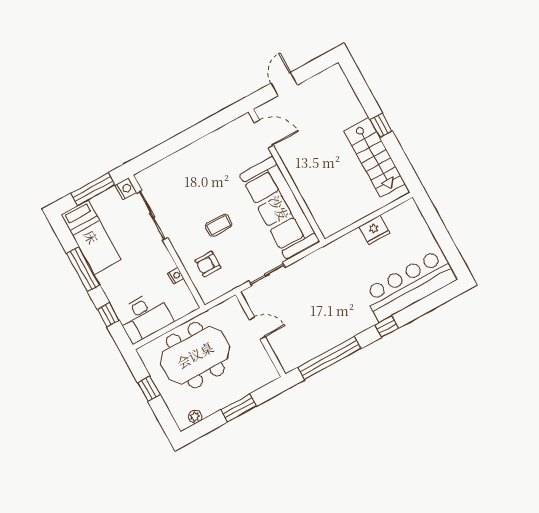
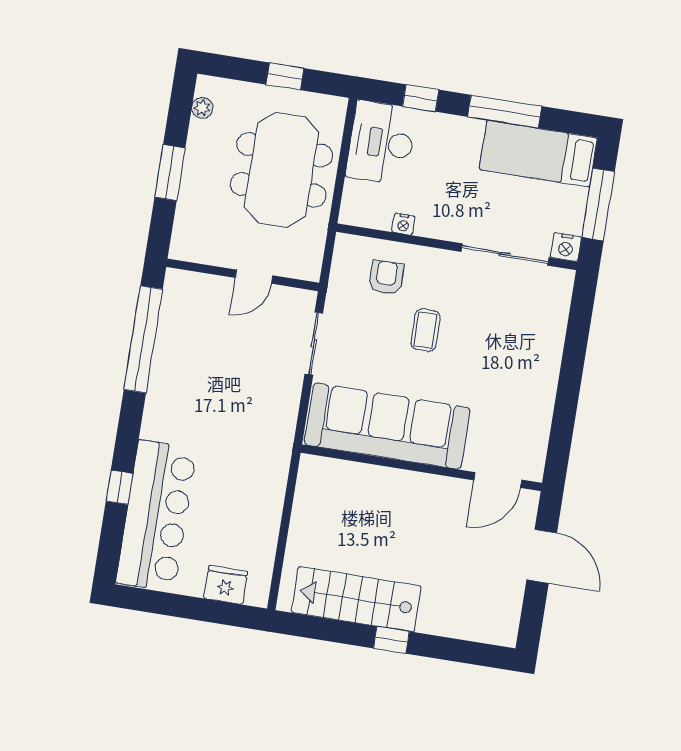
door: (284, 84) -> (542, 556), width x1.38
fridge: (374, 230) -> (226, 585), moved, turned 90
window: (387, 326) -> (119, 487), moved

